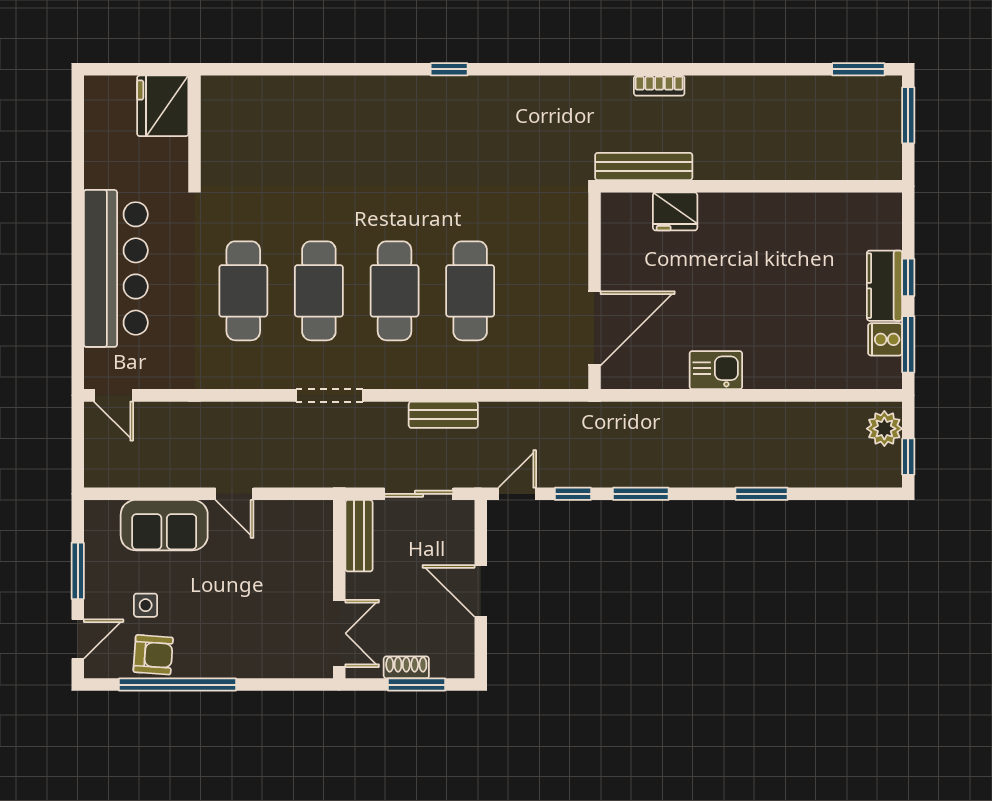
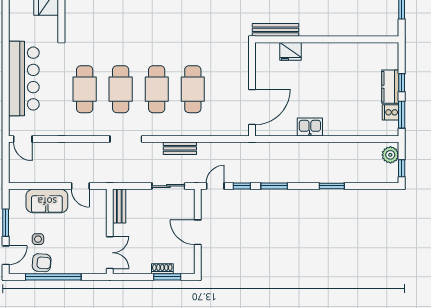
bench: (359, 536) -> (119, 206), moved
wall: (339, 589) -> (110, 231), moved
double door: (339, 633) -> (110, 253), moved

